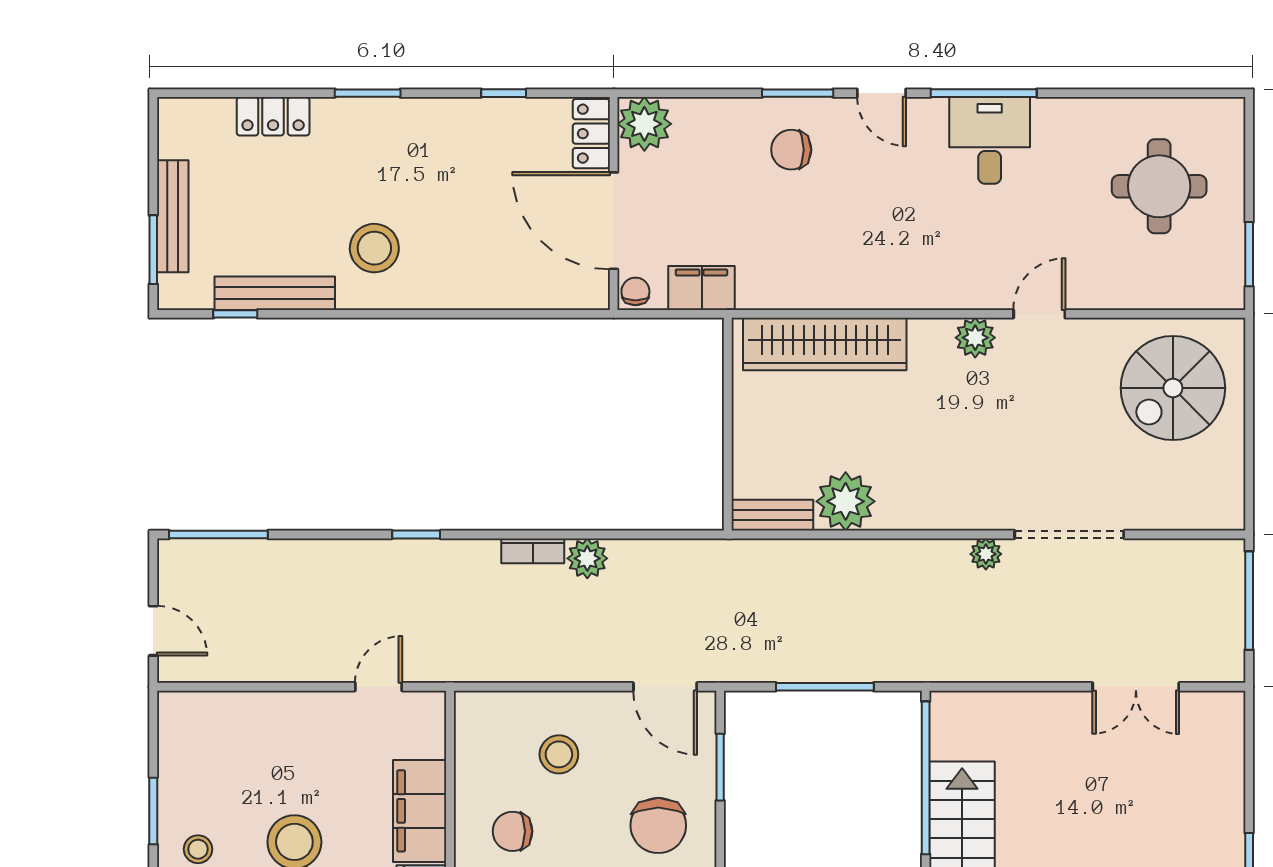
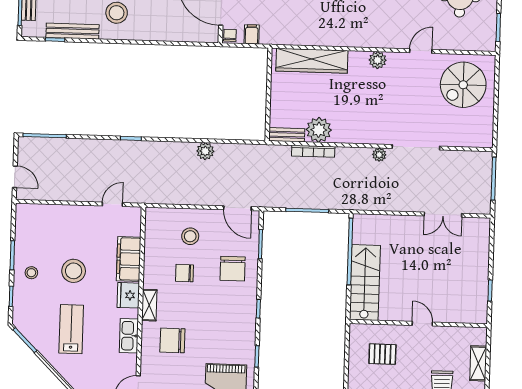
filing cabinet: (702, 288) -> (252, 34), width x0.50
door: (1039, 314) -> (421, 51), moved
bookcase: (533, 551) -> (313, 151), moved, width x1.56
chair: (513, 831) -> (185, 273), moved

